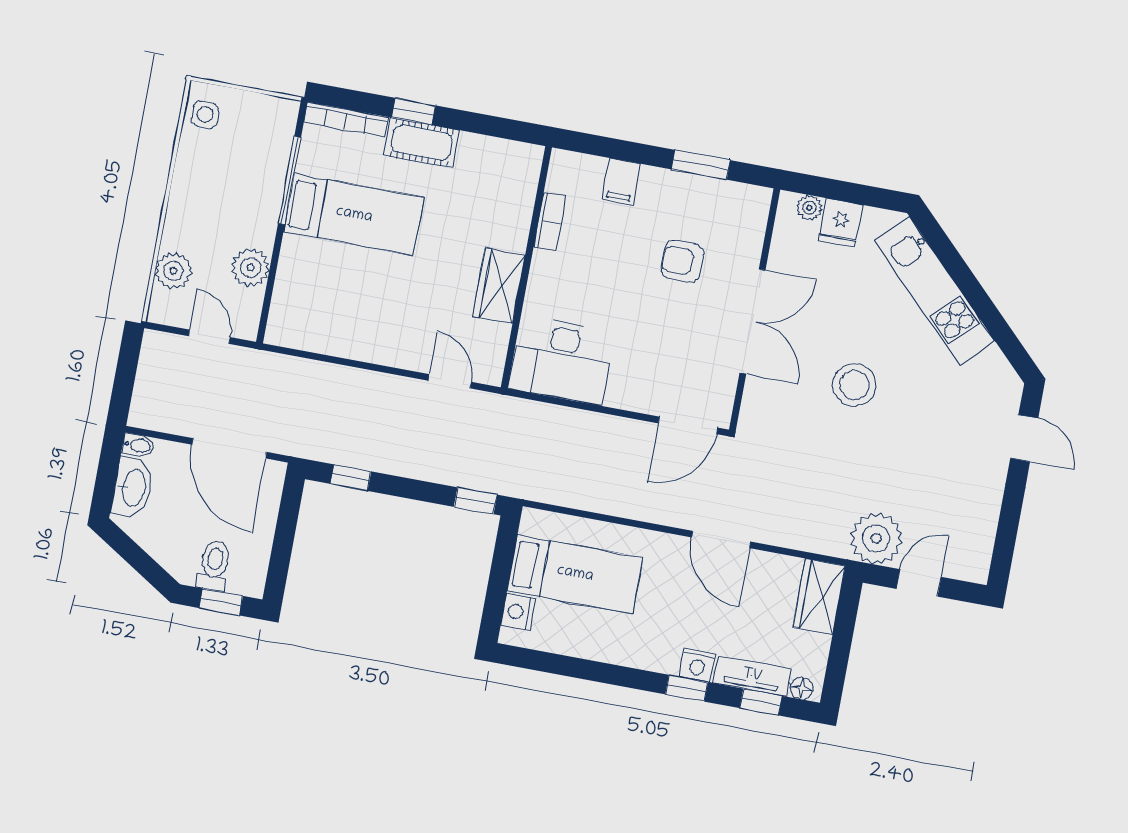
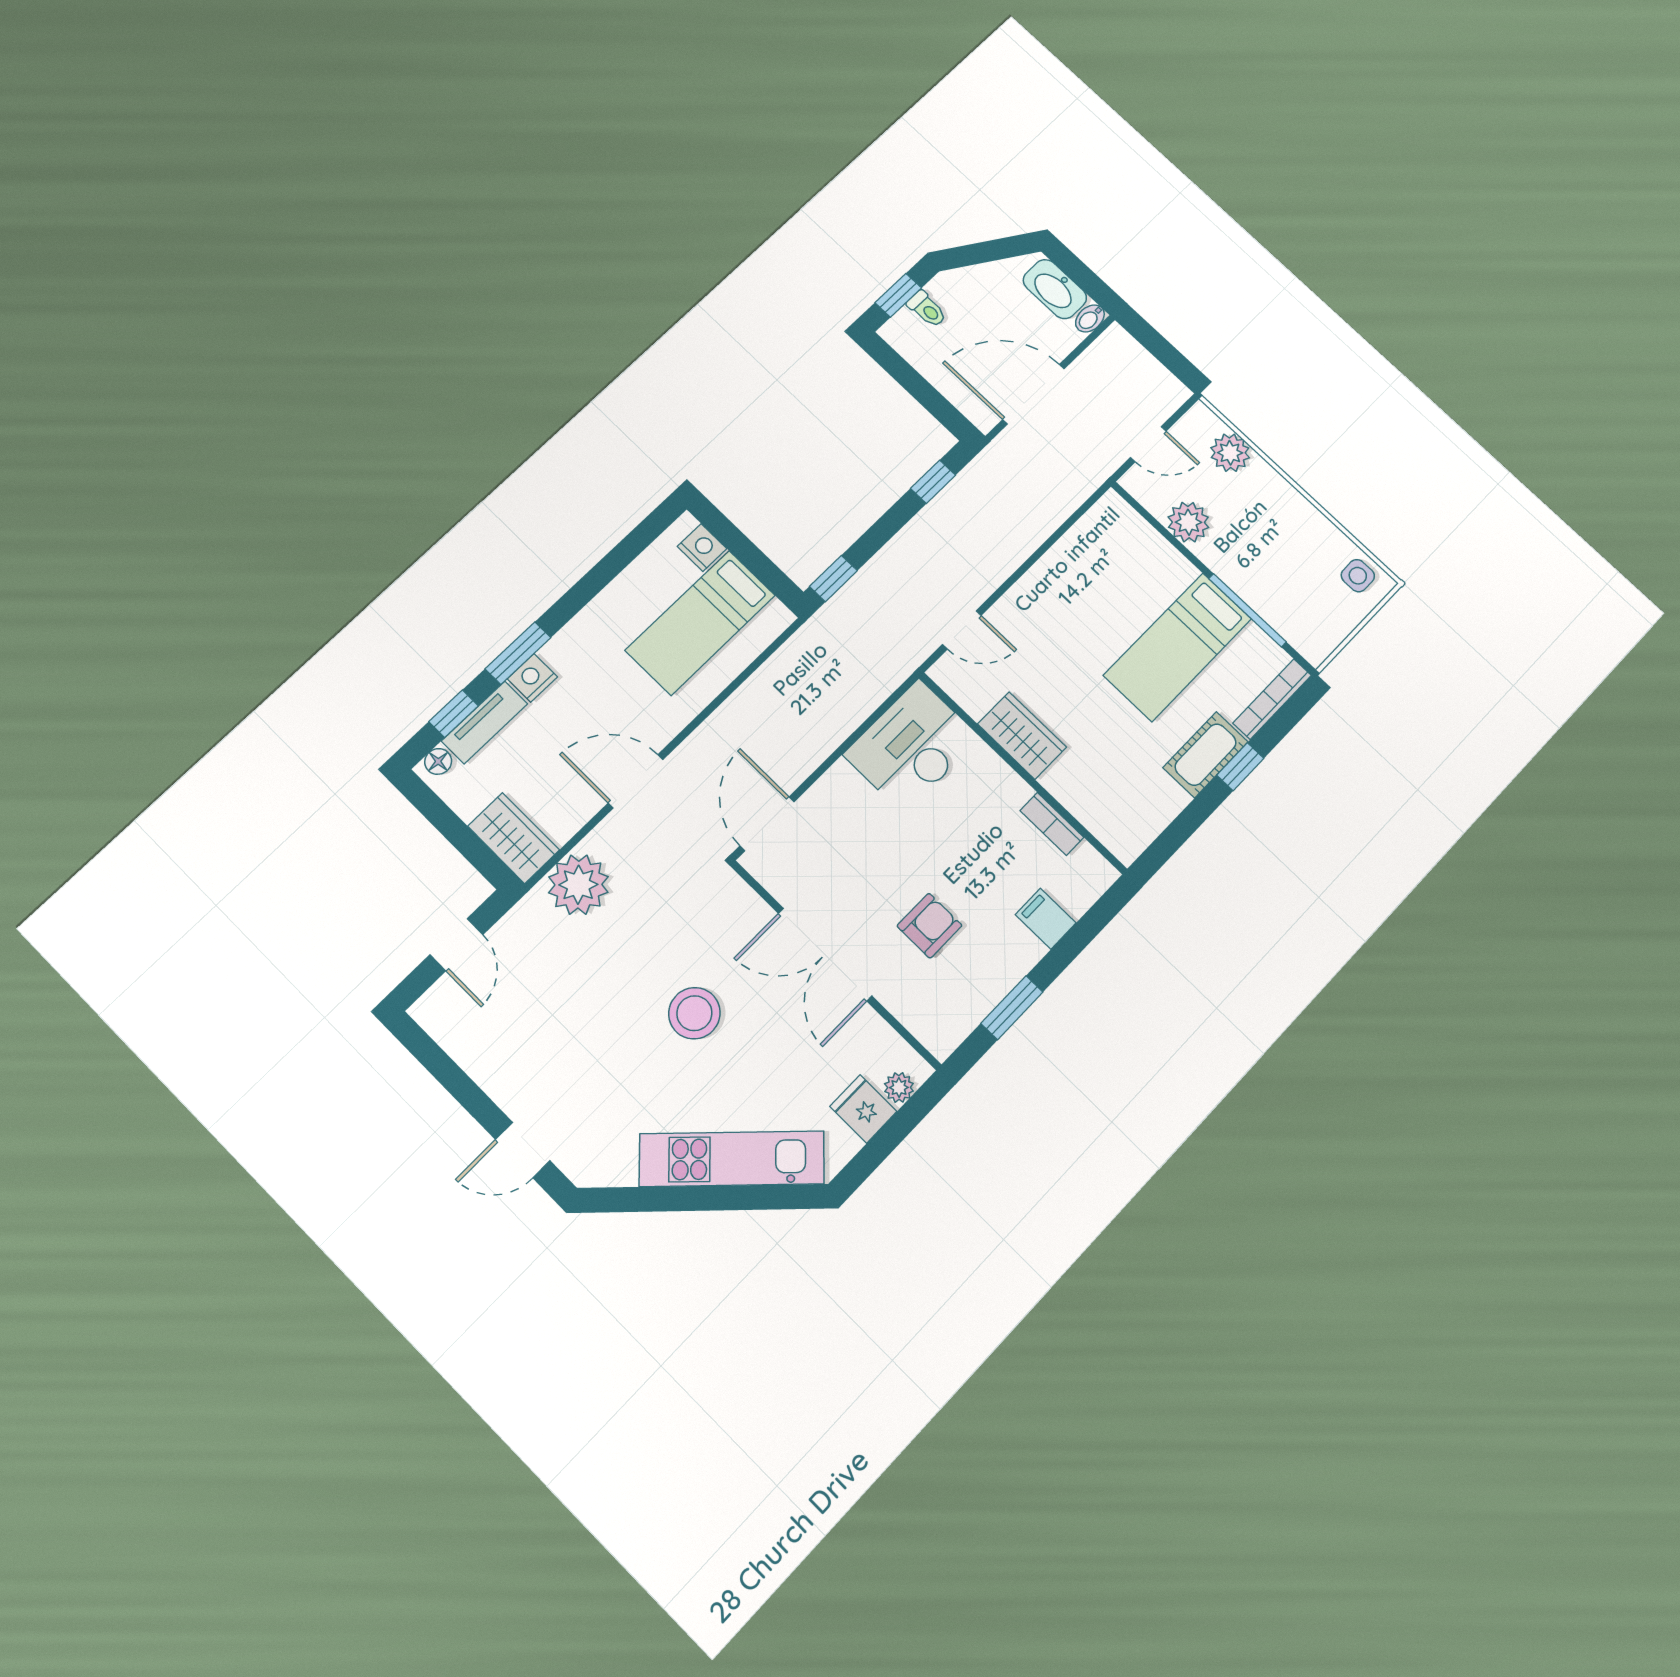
plant: (876, 538) -> (578, 885), moved
toilet: (214, 566) -> (927, 309), width x0.73, depth x0.72
window: (687, 688) -> (518, 653), width x1.50

